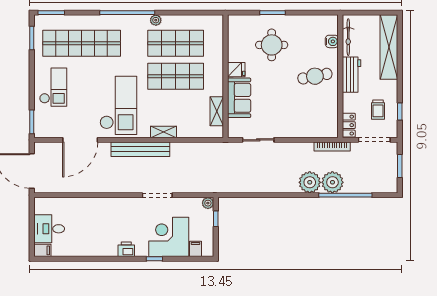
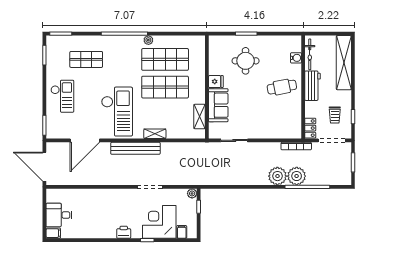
shop shelf: (82, 43) -> (86, 59), width x0.50, depth x0.74

